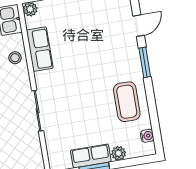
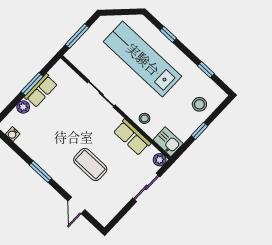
window: (145, 62) -> (41, 172), moved
coffee table: (127, 102) -> (90, 165), moved

